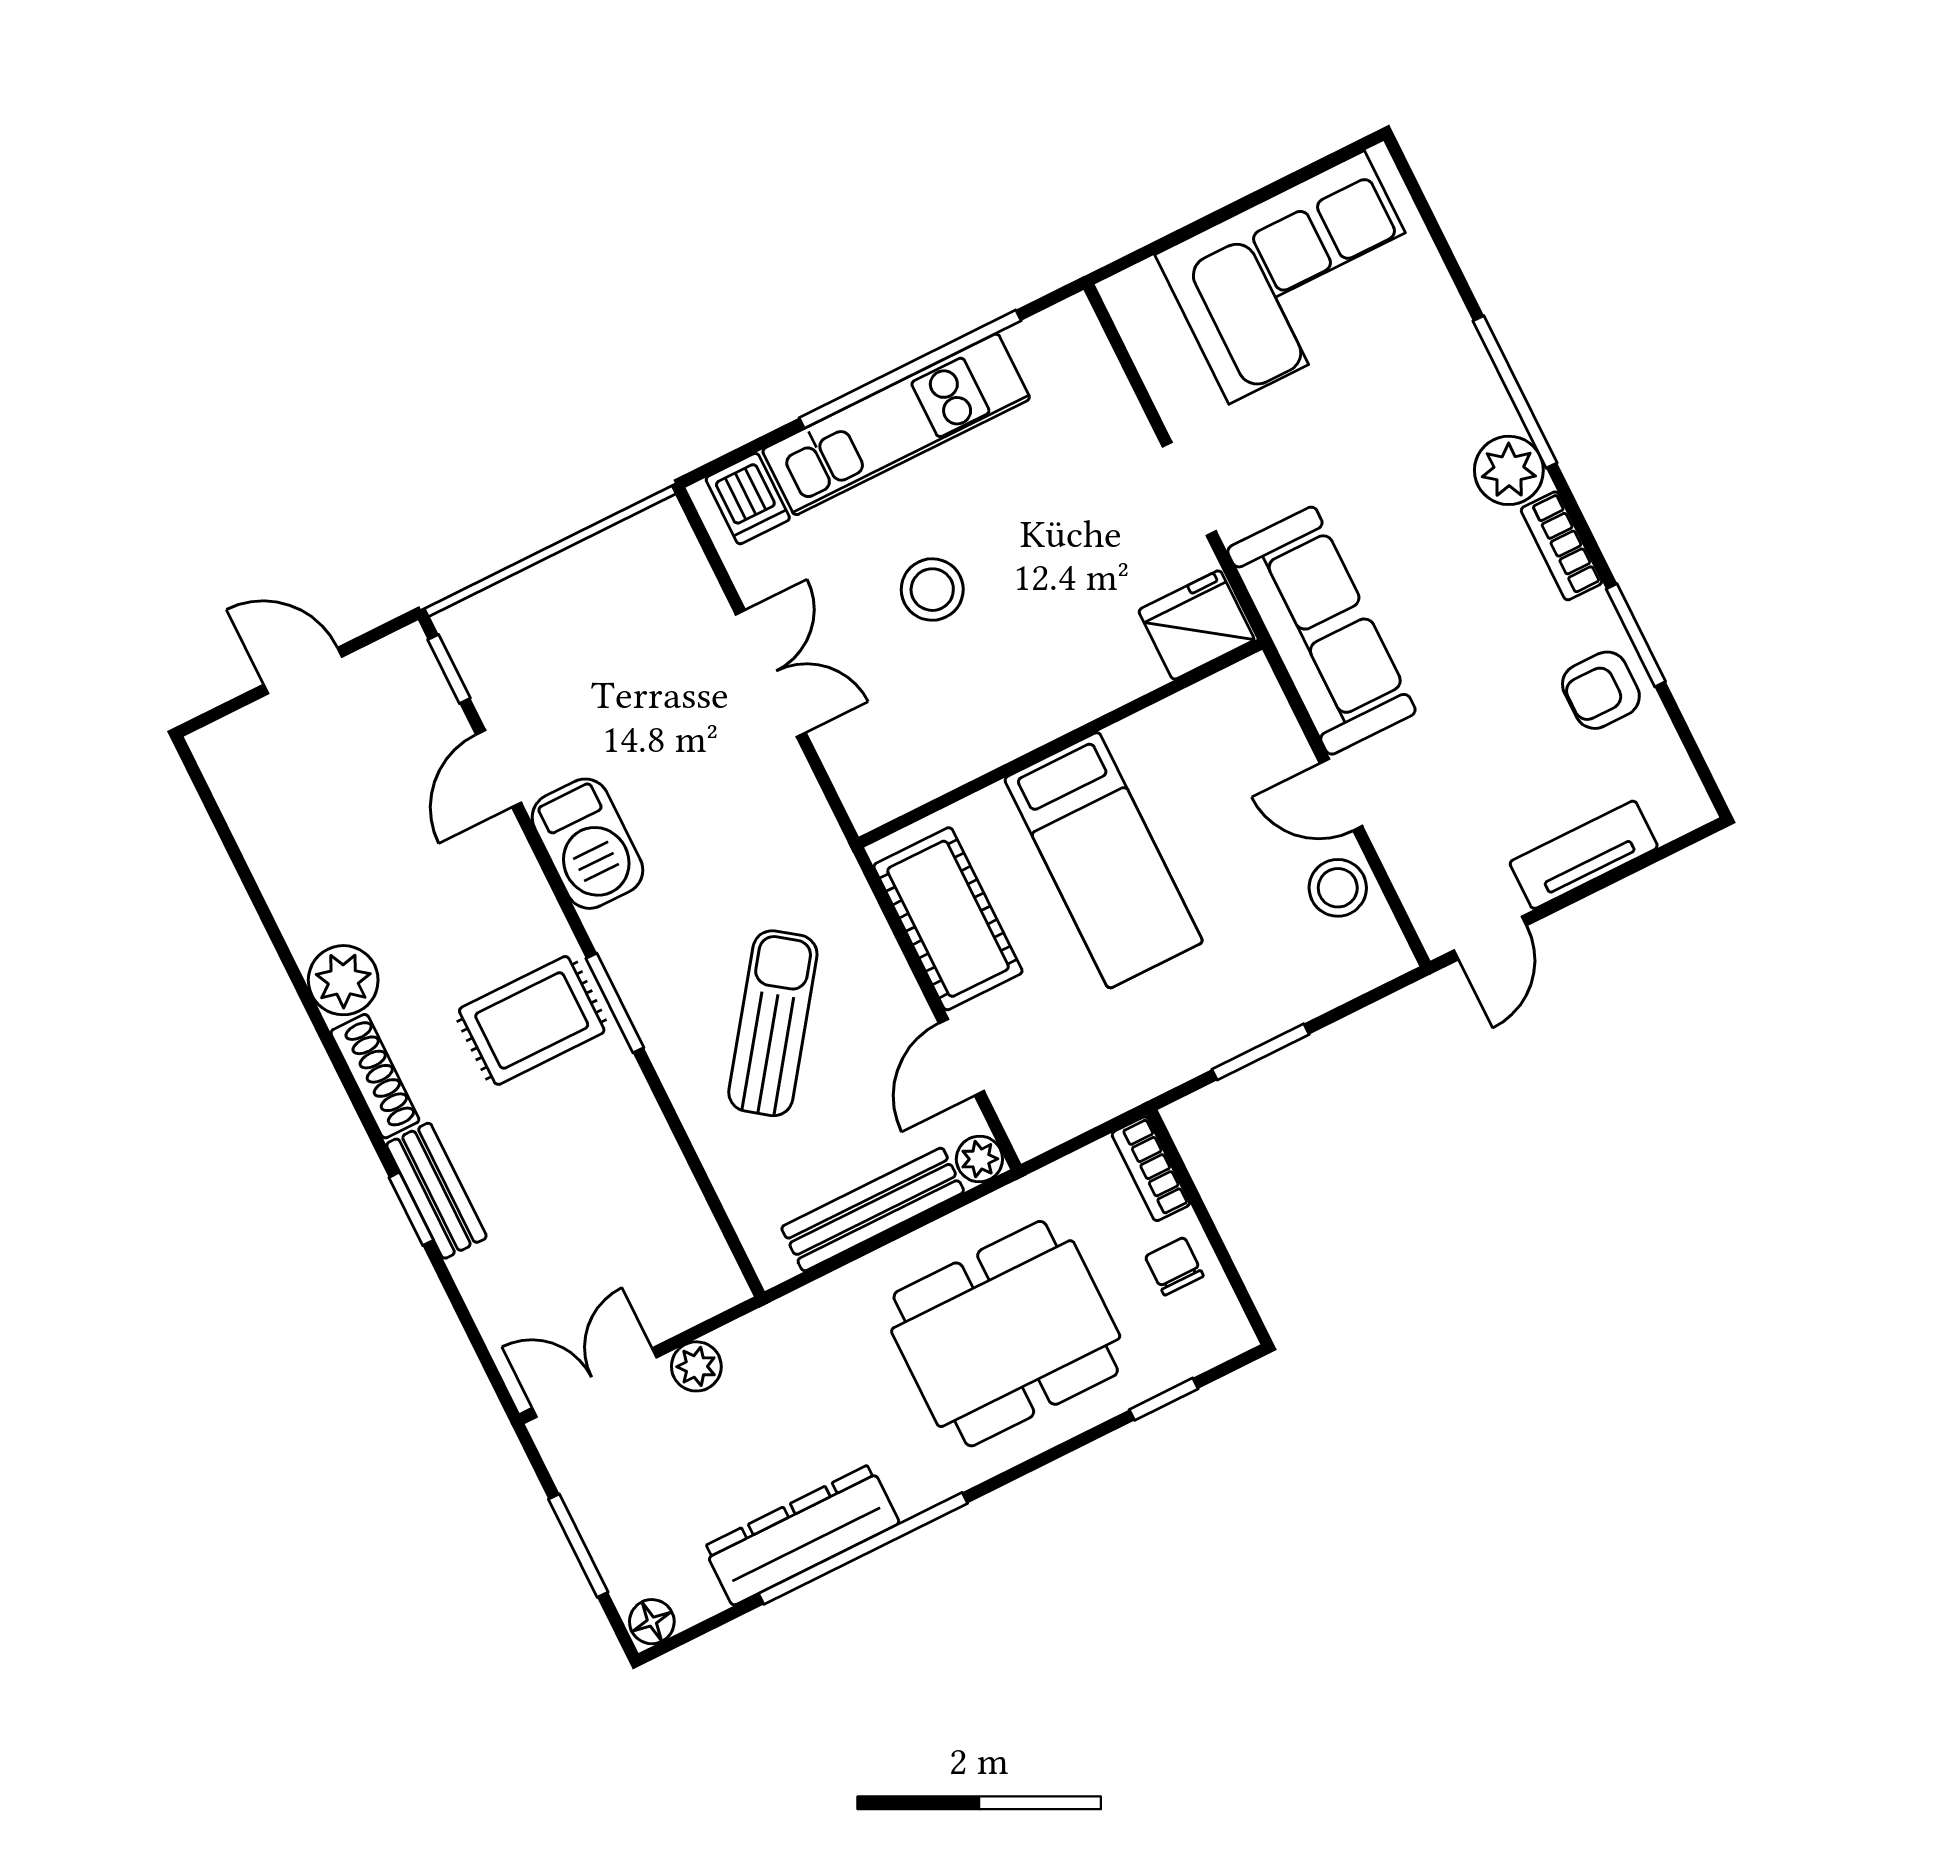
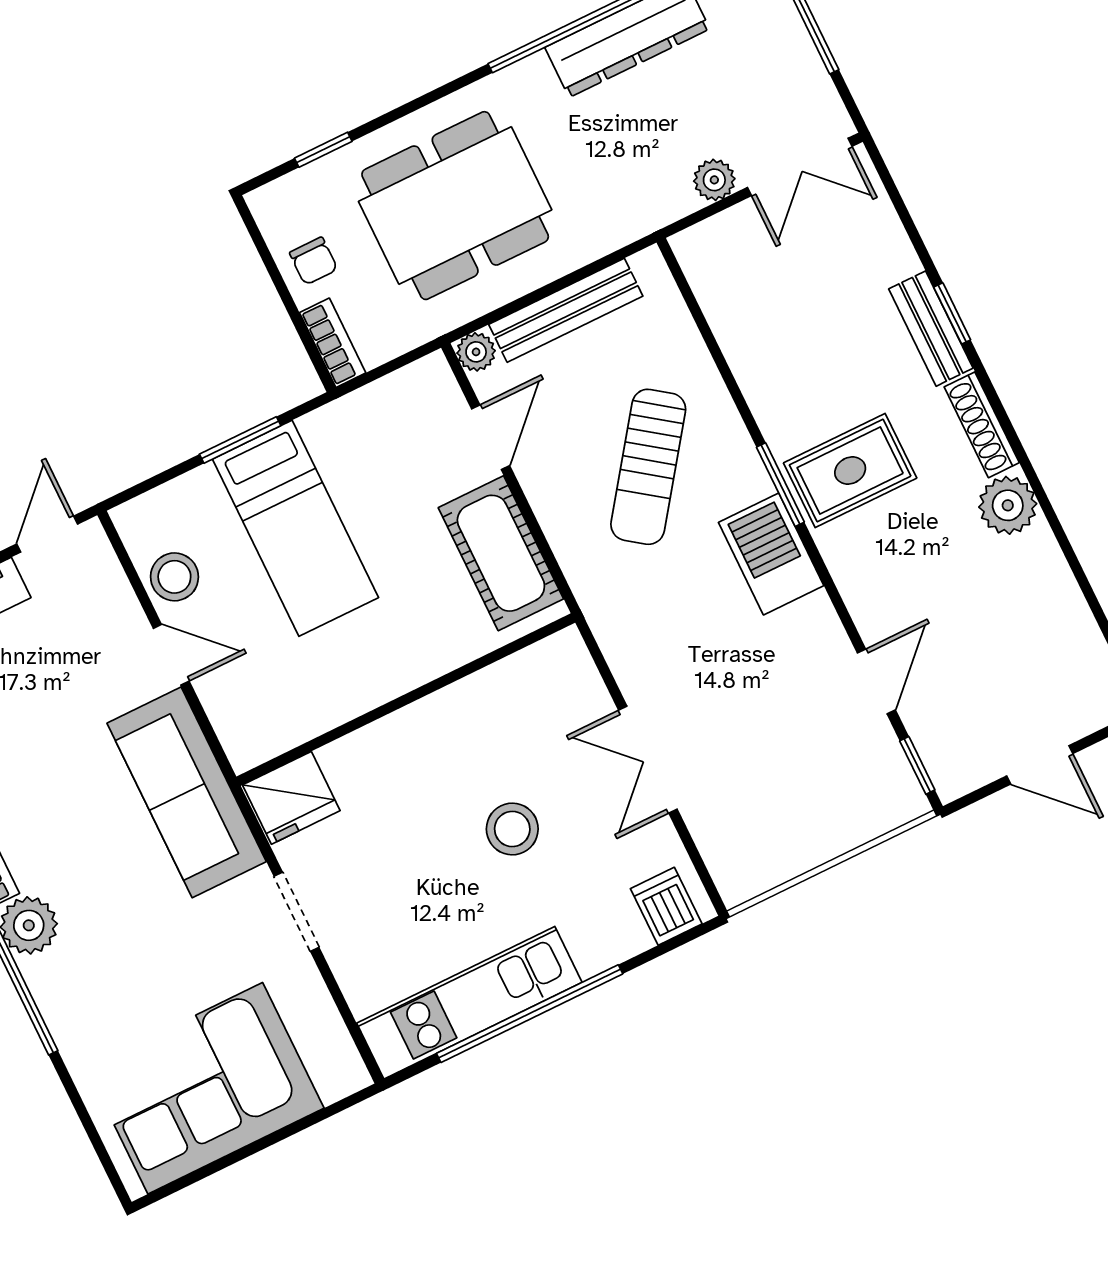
kitchen unit: (896, 424) -> (469, 1003), moved
barbecue: (587, 844) -> (771, 554), moved
bed: (1104, 860) -> (295, 528), moved, turned 180

